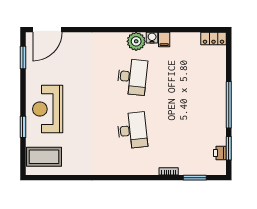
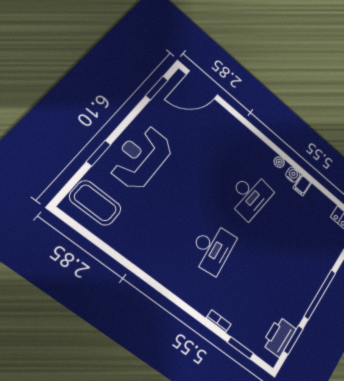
plant: (136, 41) -> (279, 162), width x0.53, depth x0.53
printer: (220, 153) -> (279, 337), width x1.87, depth x1.48

